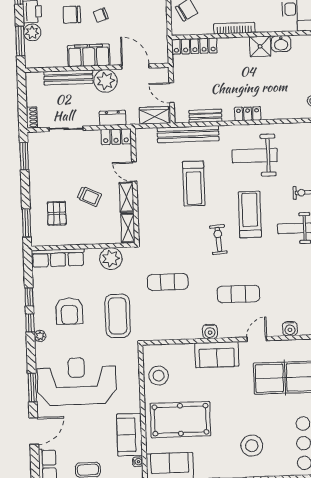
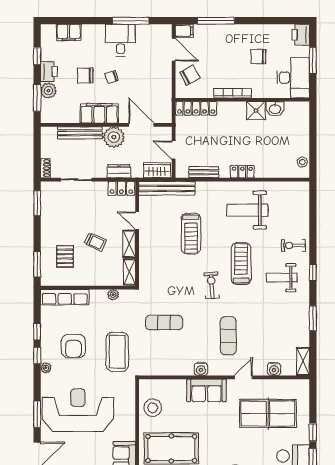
bench: (188, 134) -> (167, 188), moved
plant: (111, 259) -> (113, 295), width x0.53, depth x0.53
exercise mat: (238, 294) -> (228, 336), turned 90

